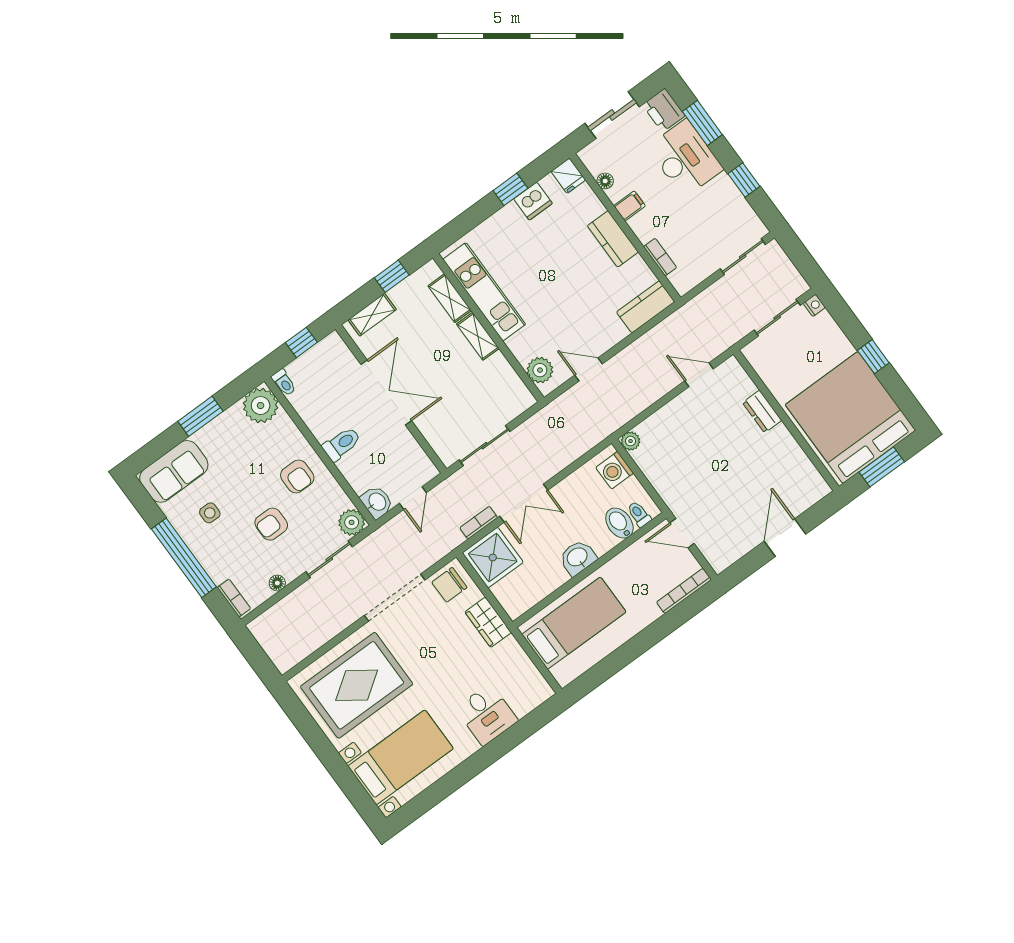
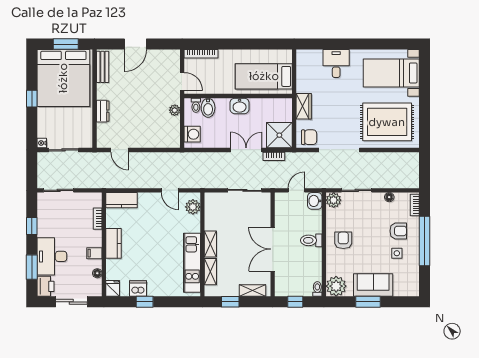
plant: (631, 441) -> (175, 110), moved
sofa: (174, 471) -> (373, 285), moved
bench: (807, 473) -> (103, 67), added
armchair: (271, 524) -> (398, 231), moved

